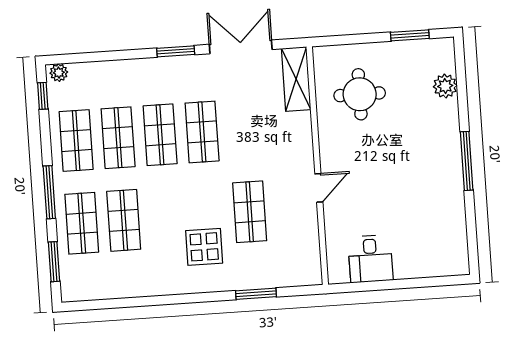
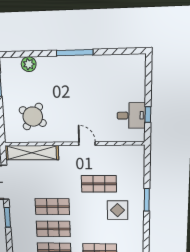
shelving: (296, 79) -> (32, 153), width x1.47
round table: (360, 94) -> (33, 117), turned 34
window: (374, 286) -> (148, 115), added
window: (256, 294) -> (147, 200), moved

